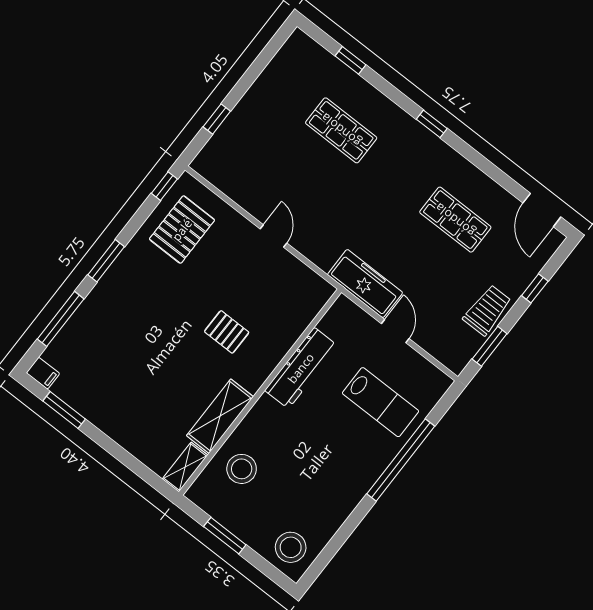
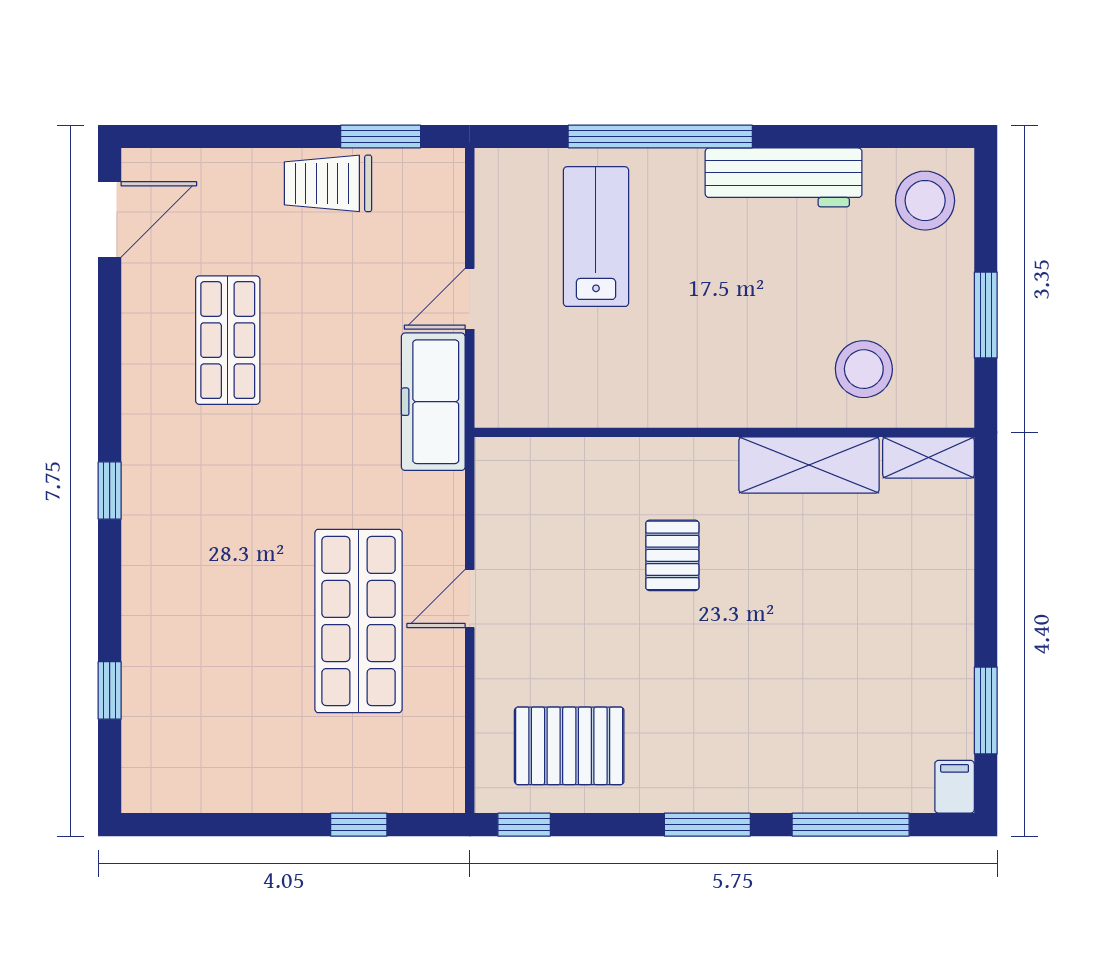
shop shelf: (341, 130) -> (358, 621), moved, width x1.43, depth x1.36
window: (535, 288) -> (238, 137), removed
workbench: (301, 368) -> (784, 177), moved, turned 180

